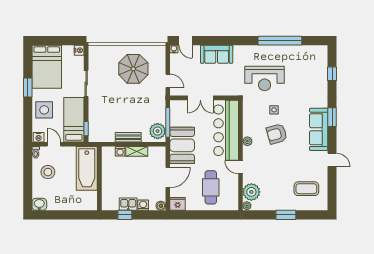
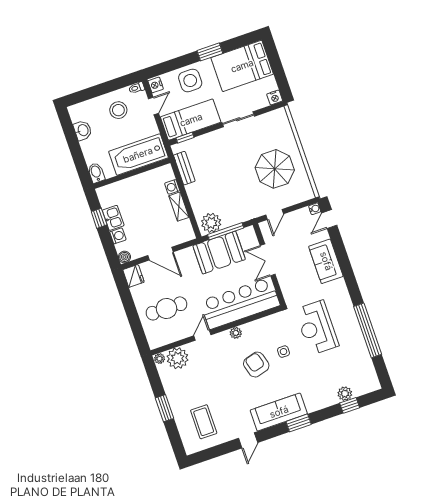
plant: (322, 74) -> (345, 394), added
bench: (128, 137) -> (184, 168), moved
booth: (182, 145) -> (219, 253), moved
washbasin: (39, 204) -> (83, 130), moved
bidet: (90, 205) -> (96, 173), added

